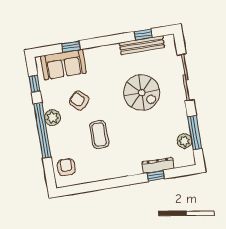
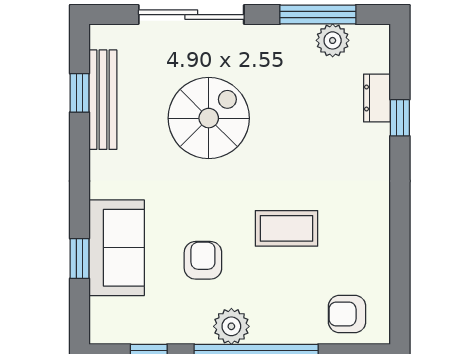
sofa: (64, 64) -> (117, 248), moved
armchair: (79, 100) -> (203, 260), turned 137
dresser: (158, 165) -> (377, 98), width x0.70

